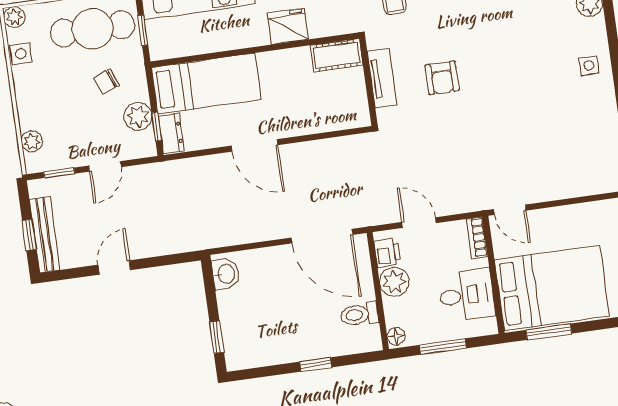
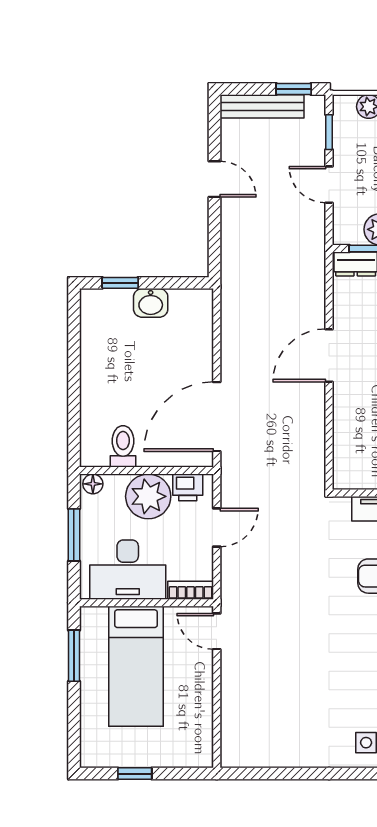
door: (510, 210) -> (217, 631), hinge flipped
window: (29, 235) -> (294, 89), moved
washbasin: (226, 274) -> (151, 303), moved
plant: (394, 282) -> (148, 496), width x1.36, depth x1.36
bed: (552, 288) -> (136, 666), width x0.67
desk: (467, 295) -> (128, 570), width x1.37
window: (316, 365) -> (74, 389), removed

